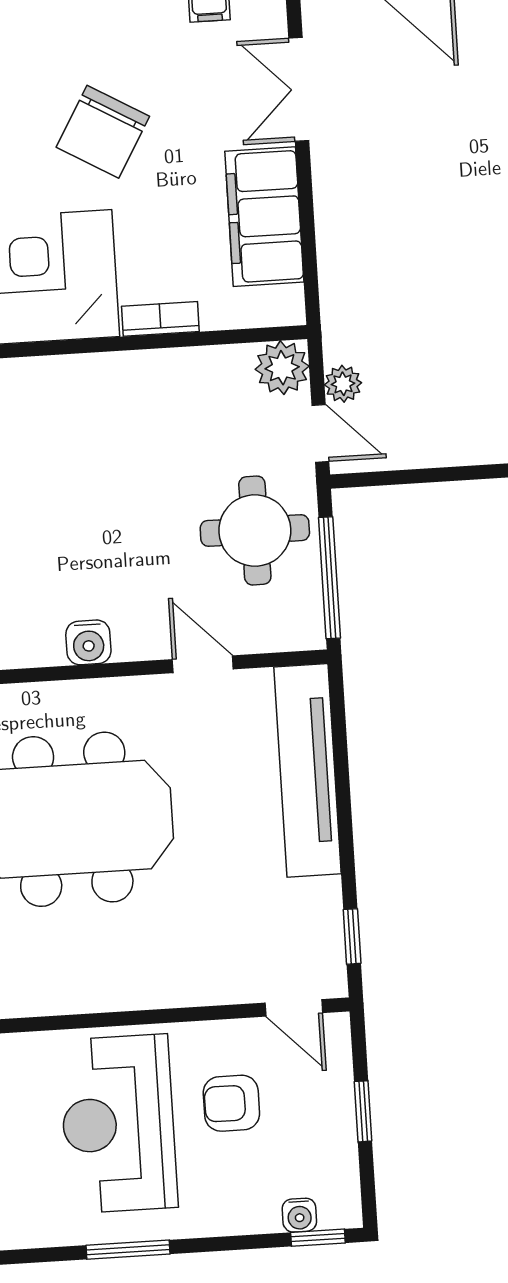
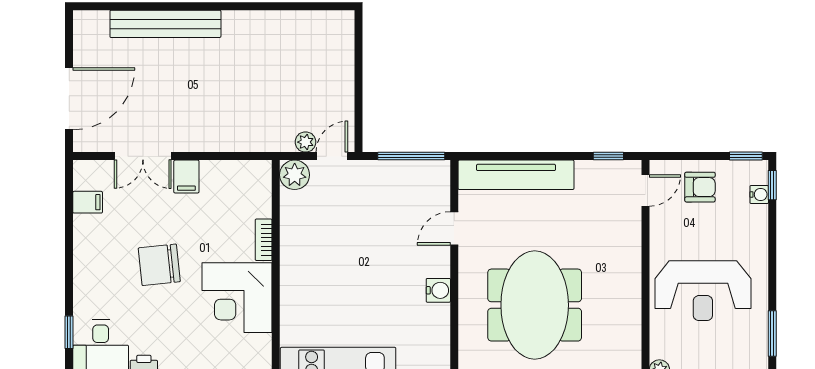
chair: (103, 132) -> (159, 265), turned 144
filing cabinet: (264, 217) -> (186, 177), width x0.33, depth x0.86
round table: (255, 531) -> (383, 195), removed
armchair: (231, 1103) -> (700, 187), moved, turned -90
window: (363, 1111) -> (746, 156), moved
window: (128, 1250) -> (772, 334), moved

